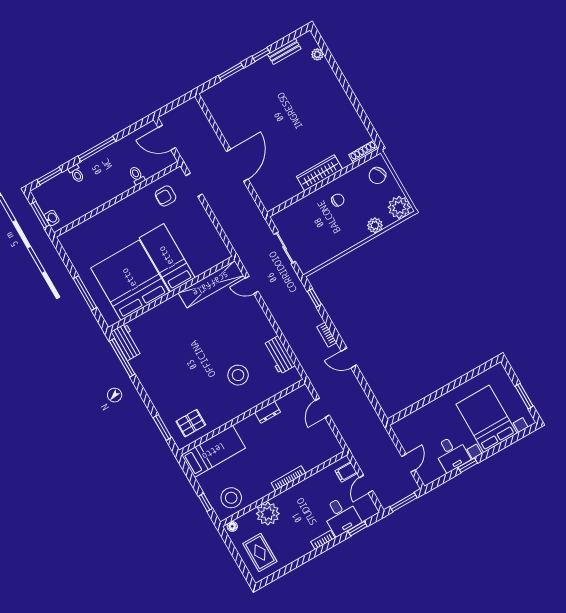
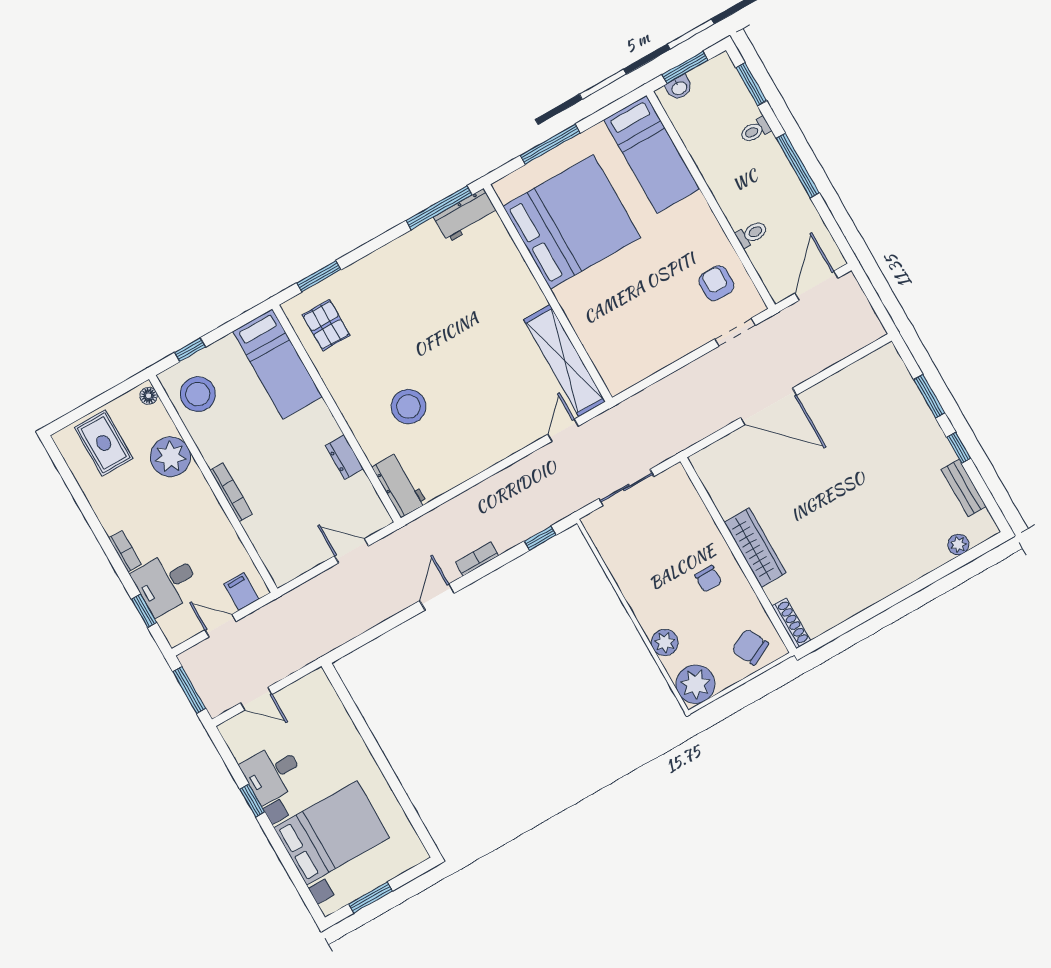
bed: (167, 258) -> (651, 155), moved, turned 90
workbench: (279, 355) -> (399, 485), moved, turned 90
rug: (260, 552) -> (104, 443), turned 90

